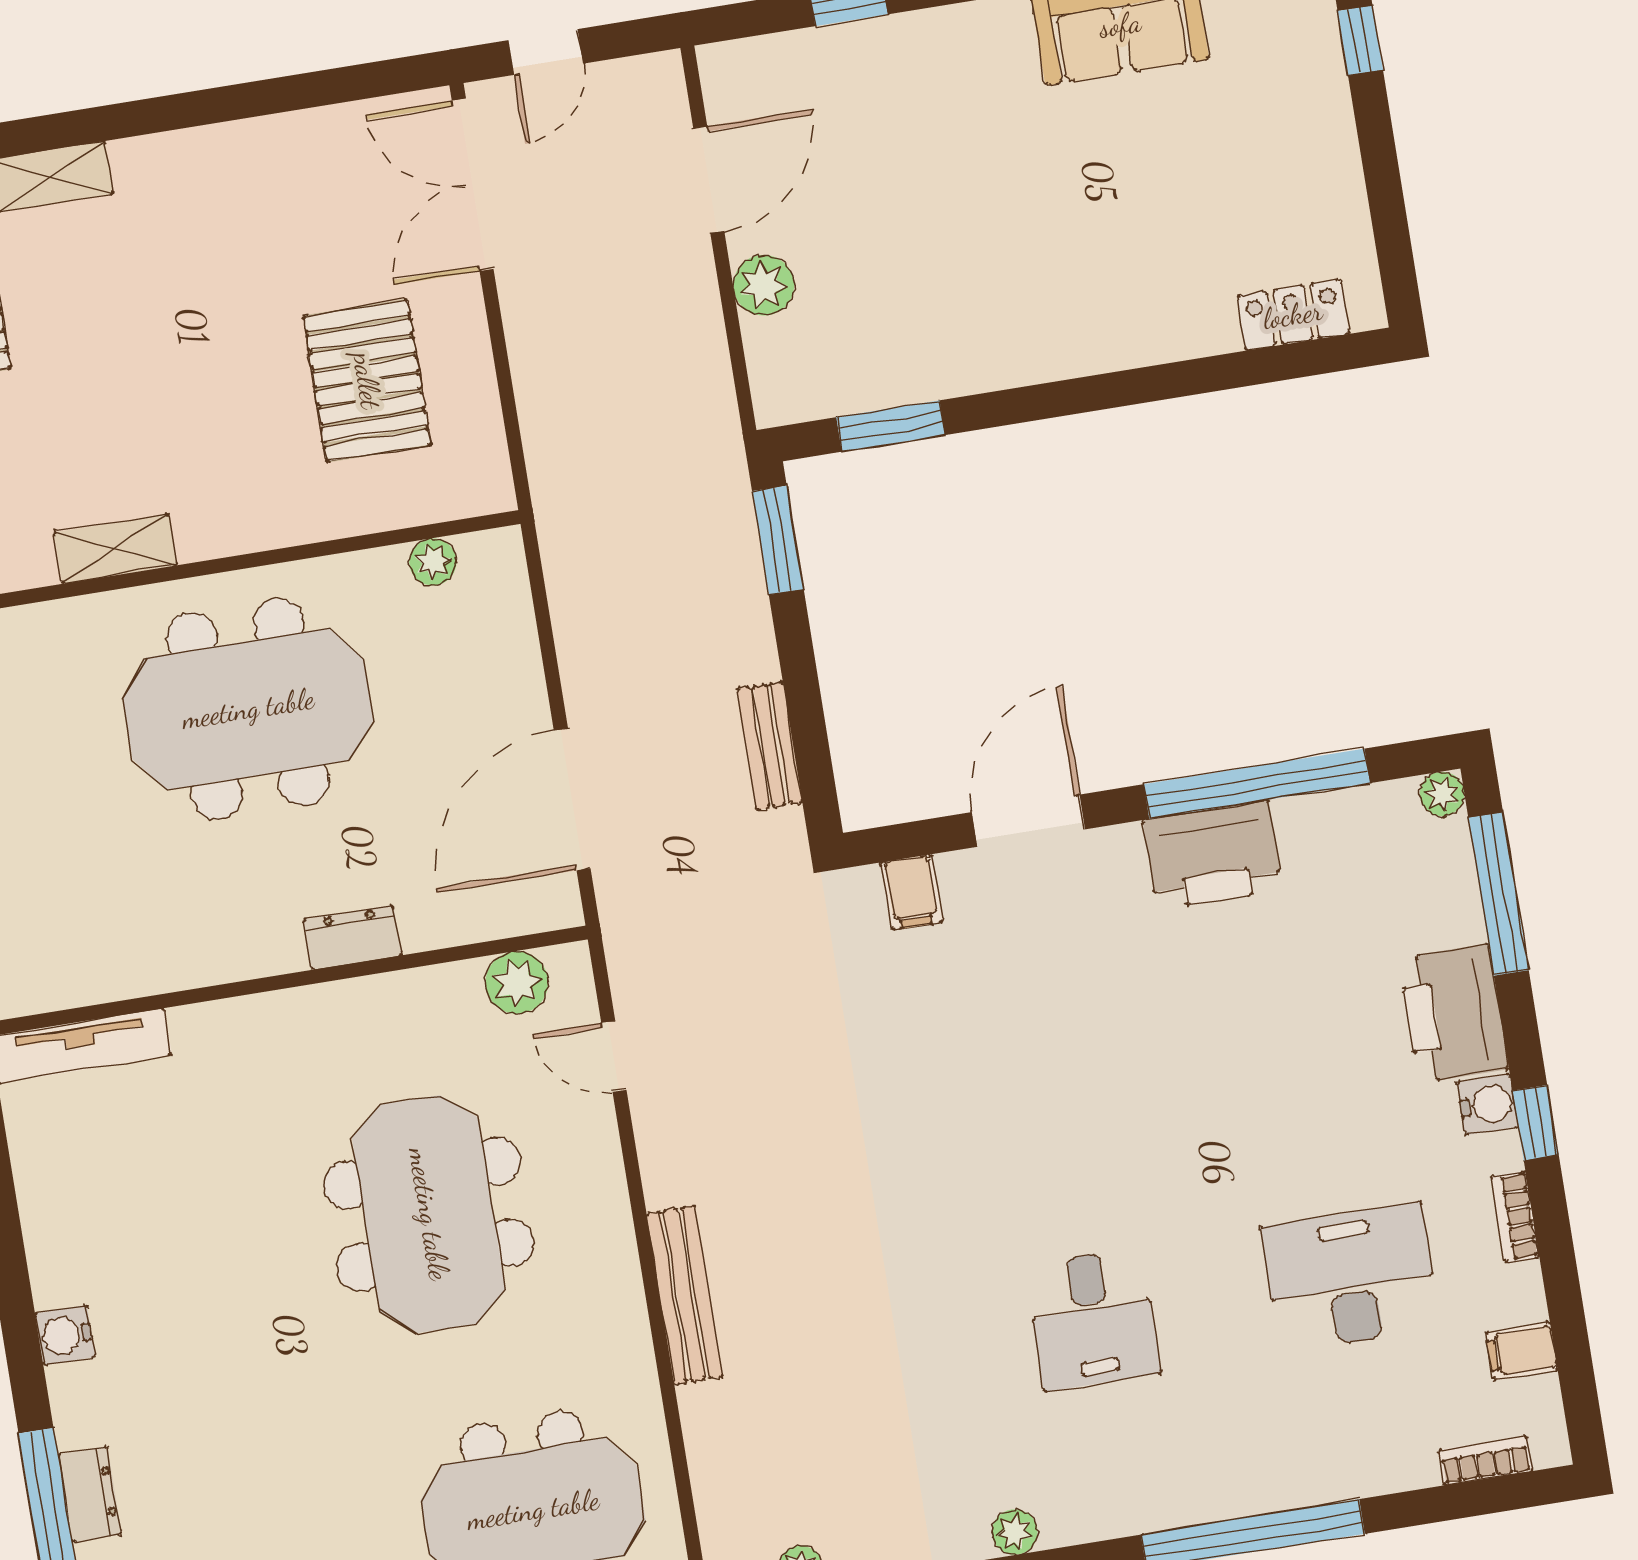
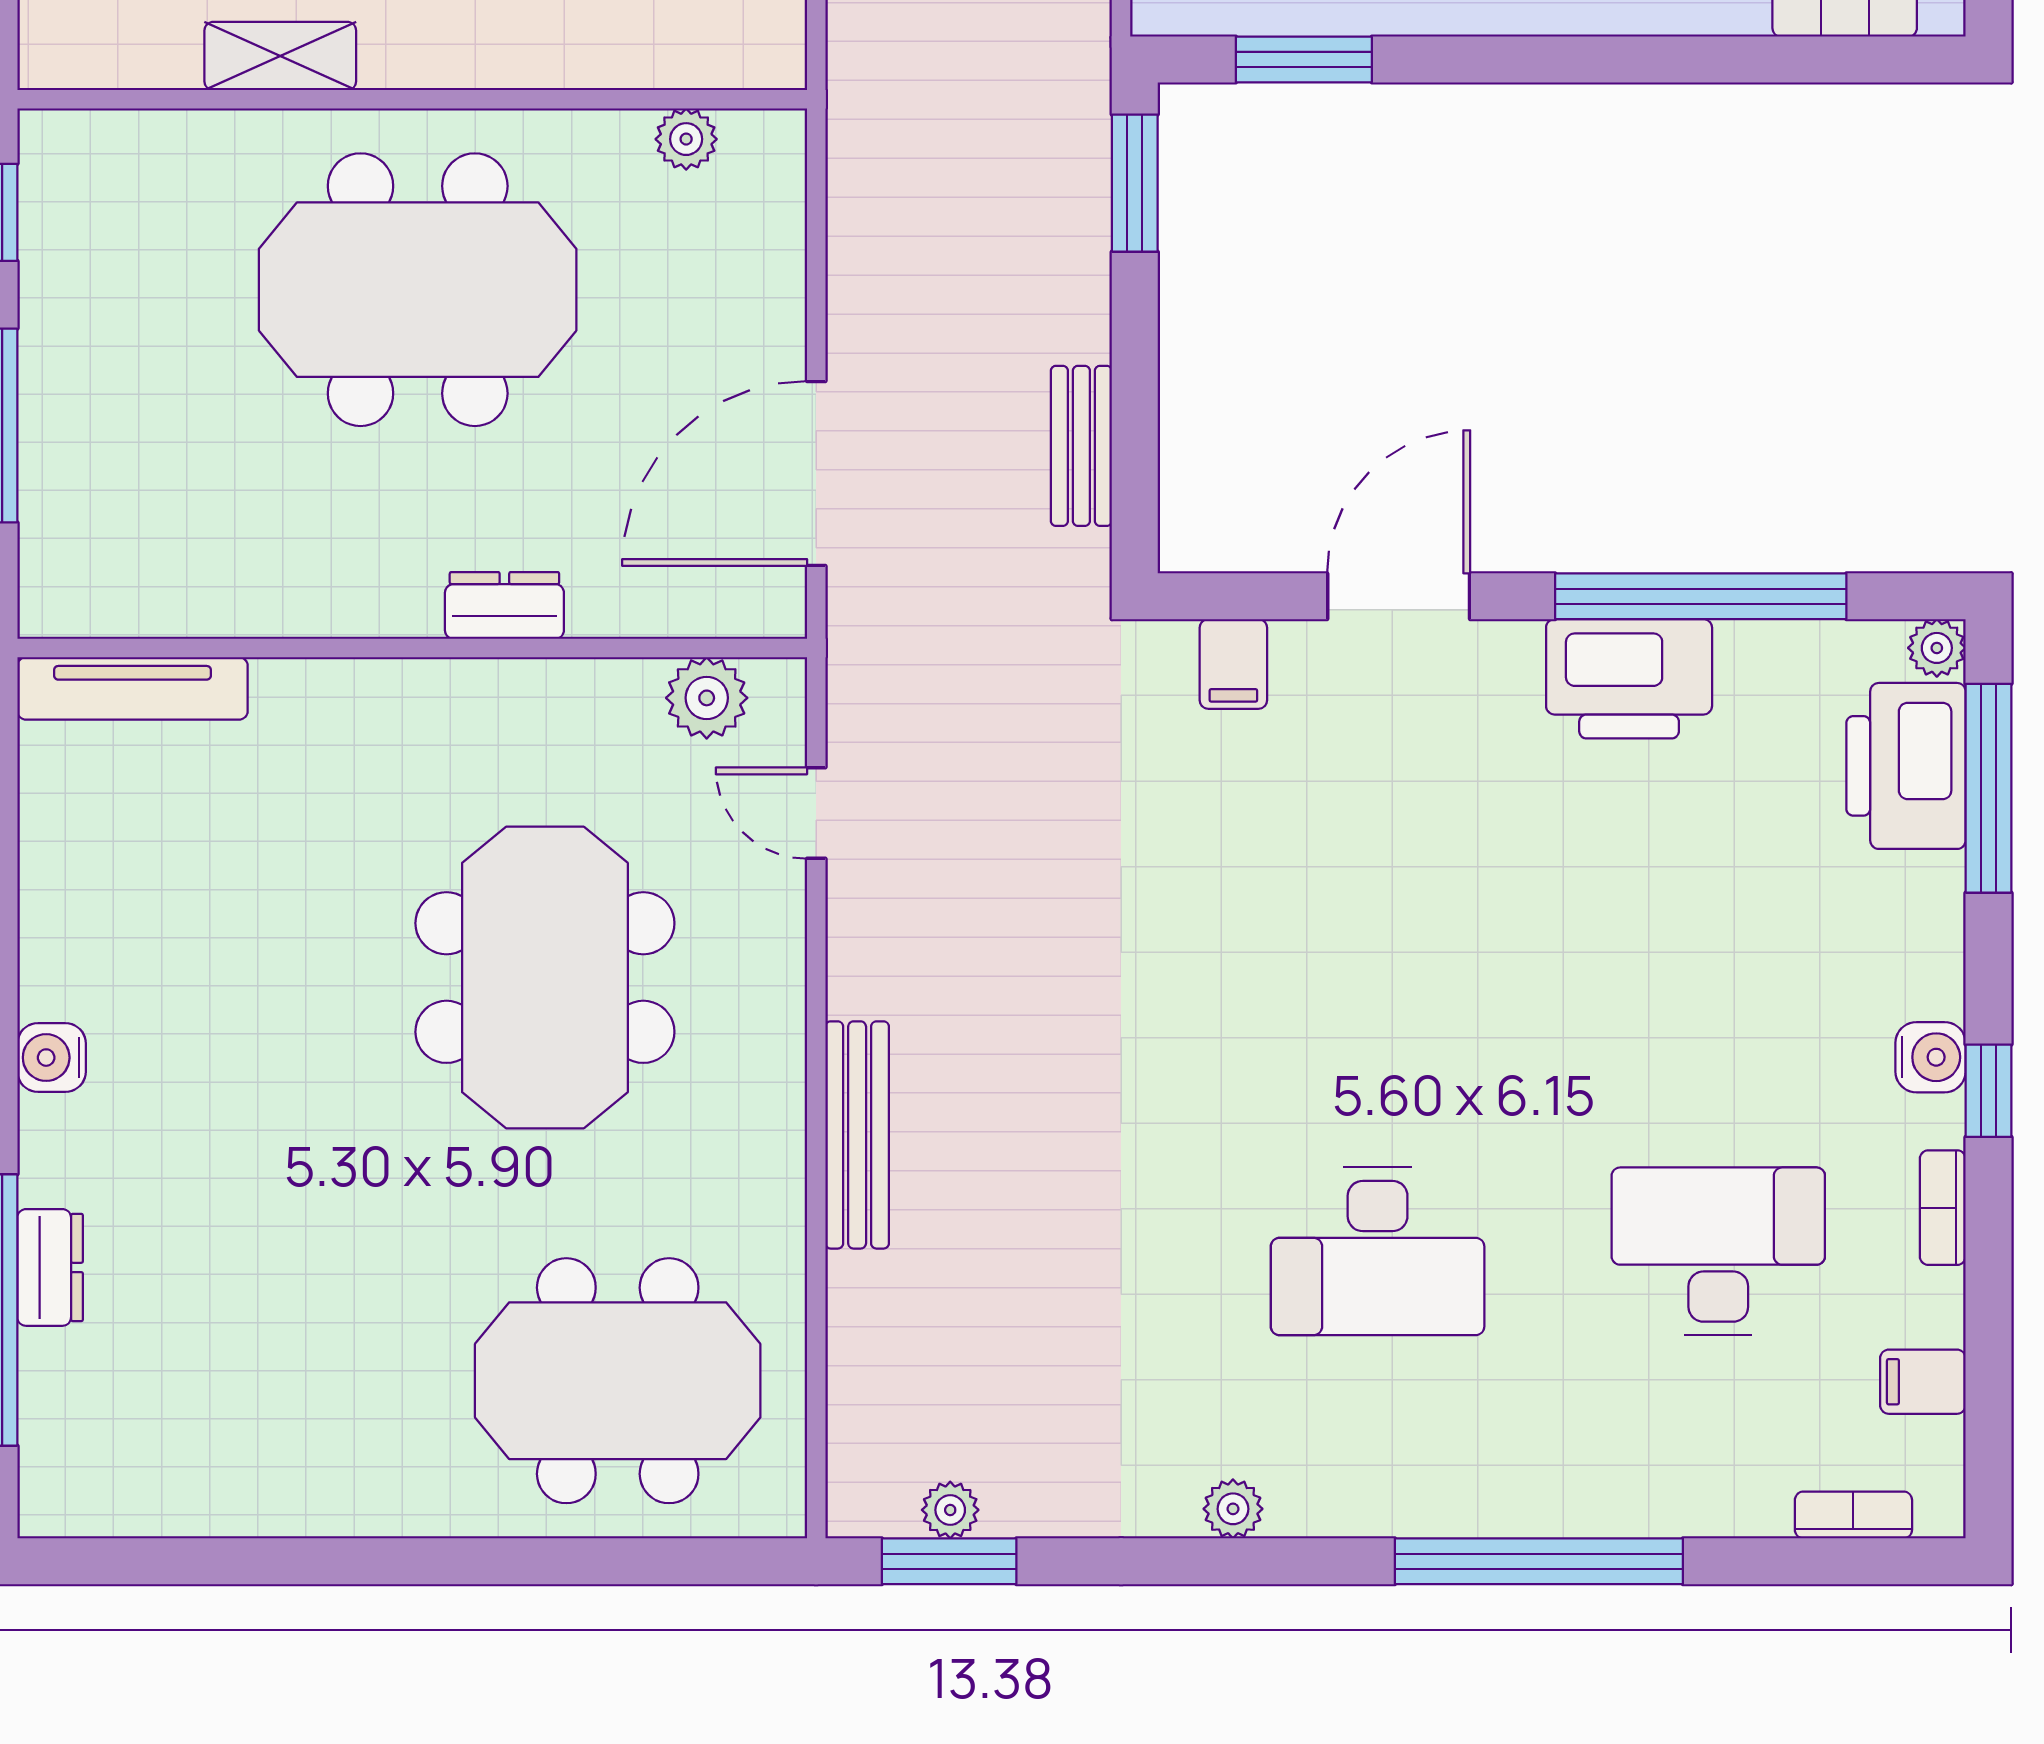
printer: (1454, 1013) -> (1906, 766), moved
desk: (1093, 1319) -> (1378, 1251), width x1.37

